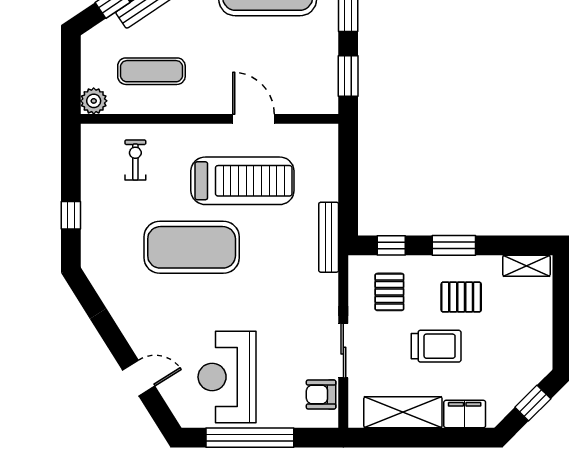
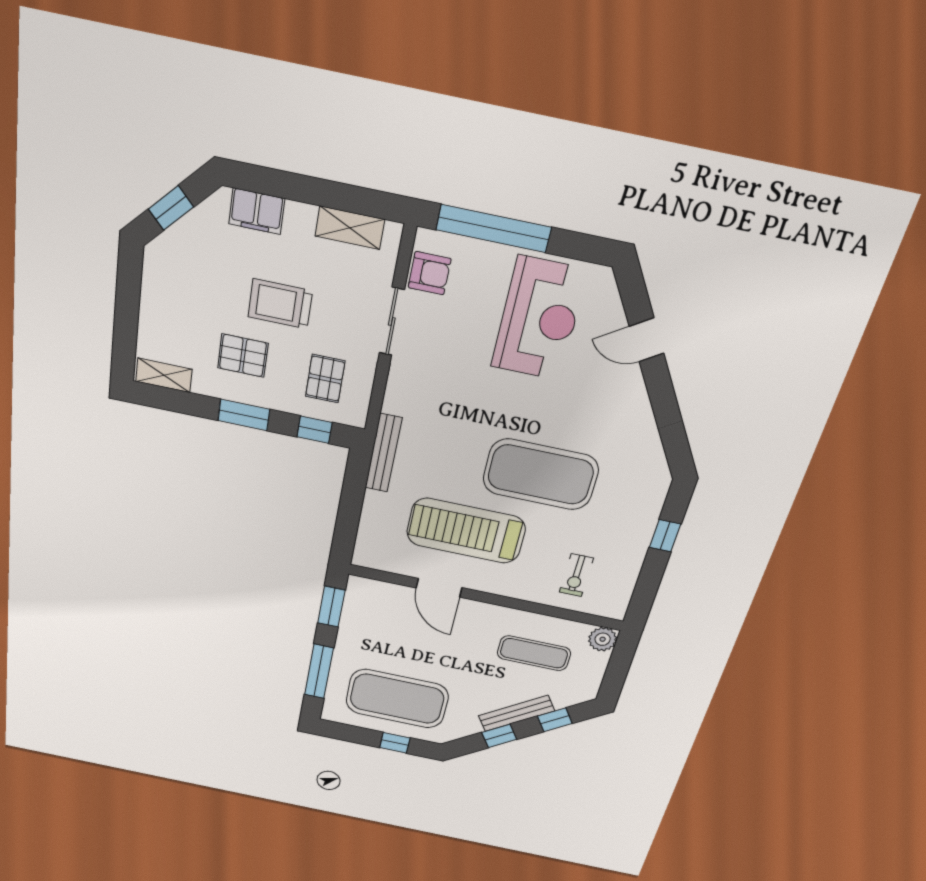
shelving: (403, 412) -> (350, 228), width x0.67, depth x0.75
window: (250, 438) -> (494, 229), moved

